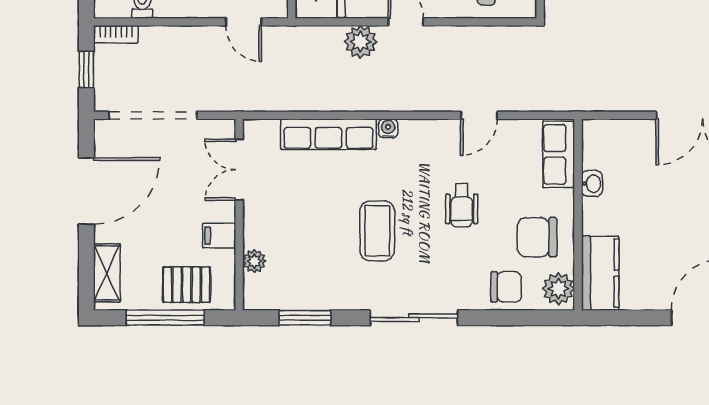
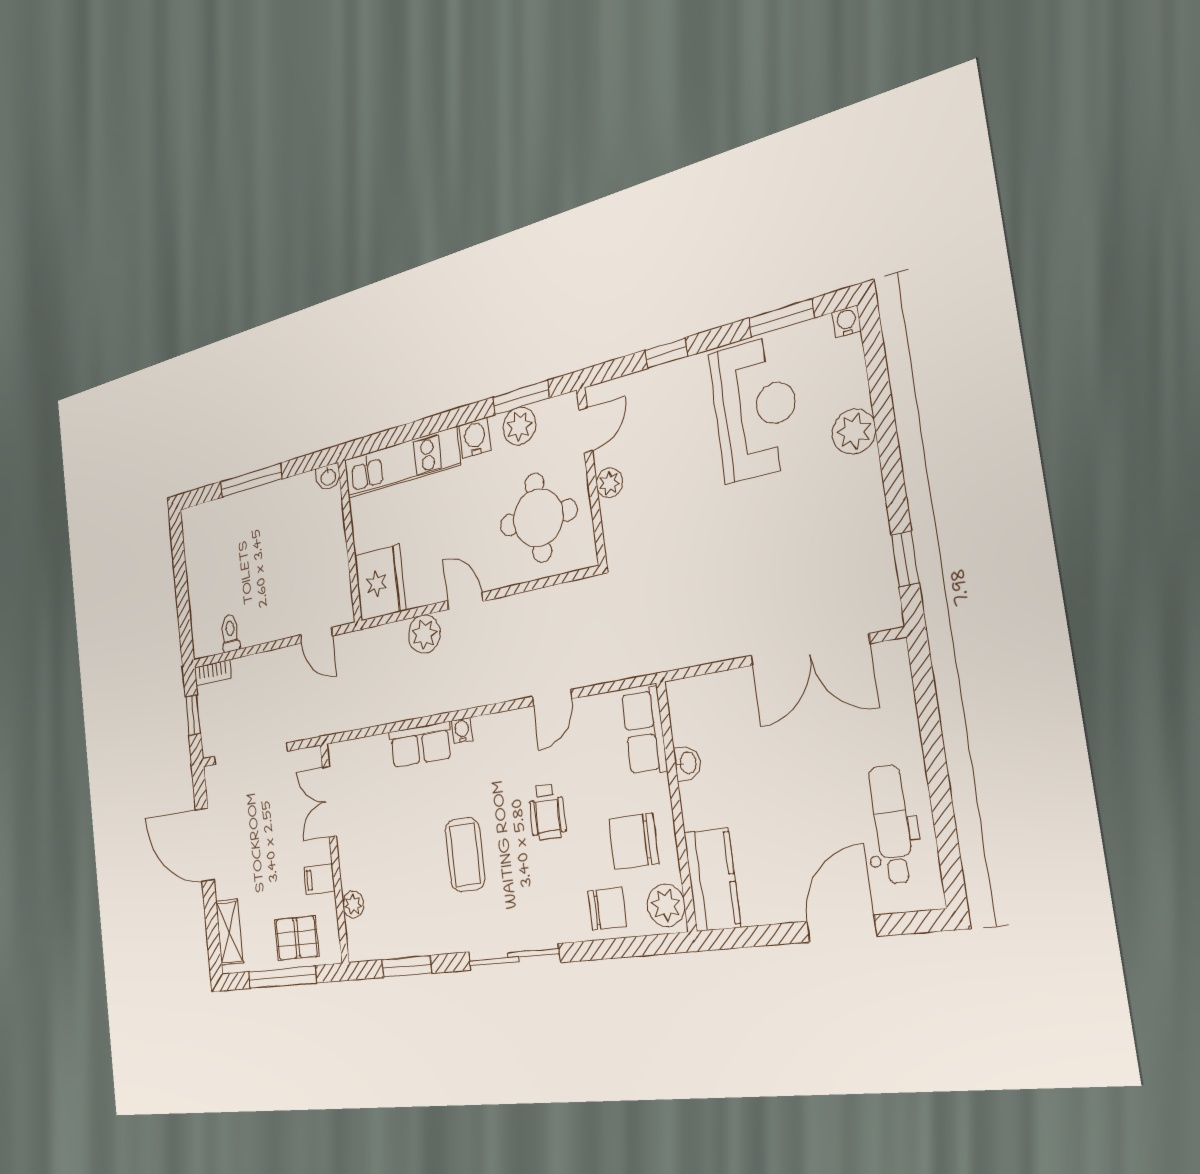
row of seats: (328, 134) -> (420, 745), width x0.68
door: (86, 191) -> (205, 845), swing flipped

